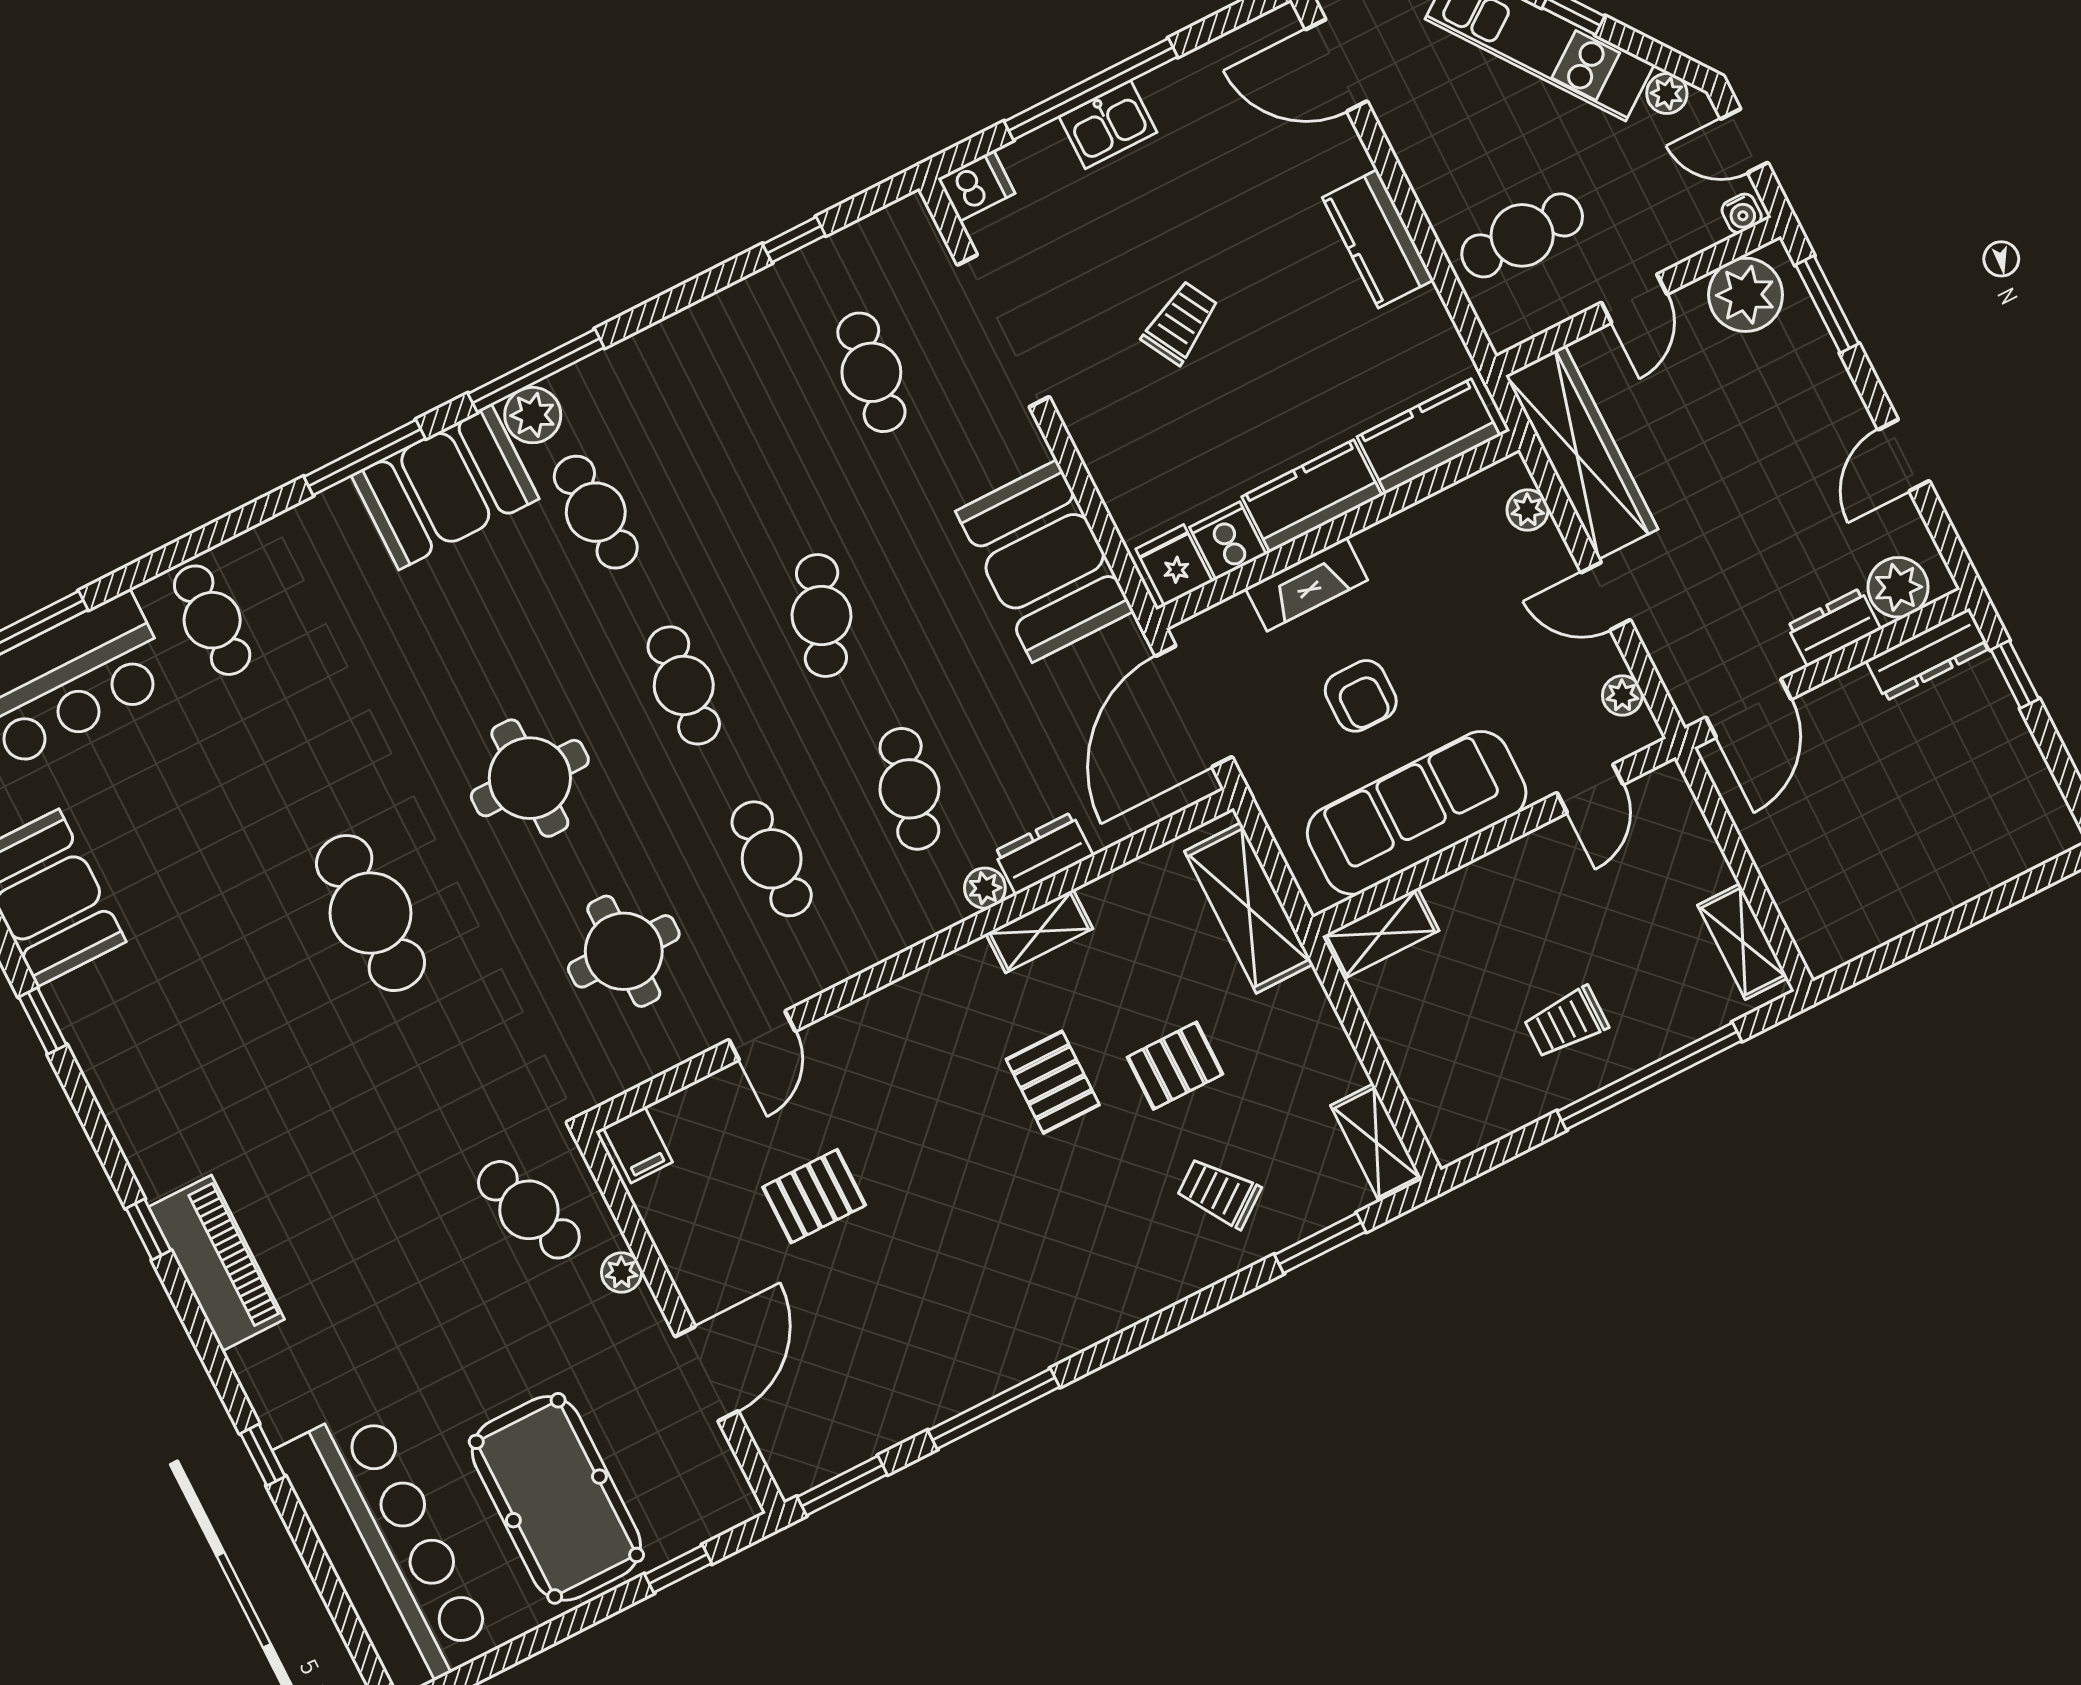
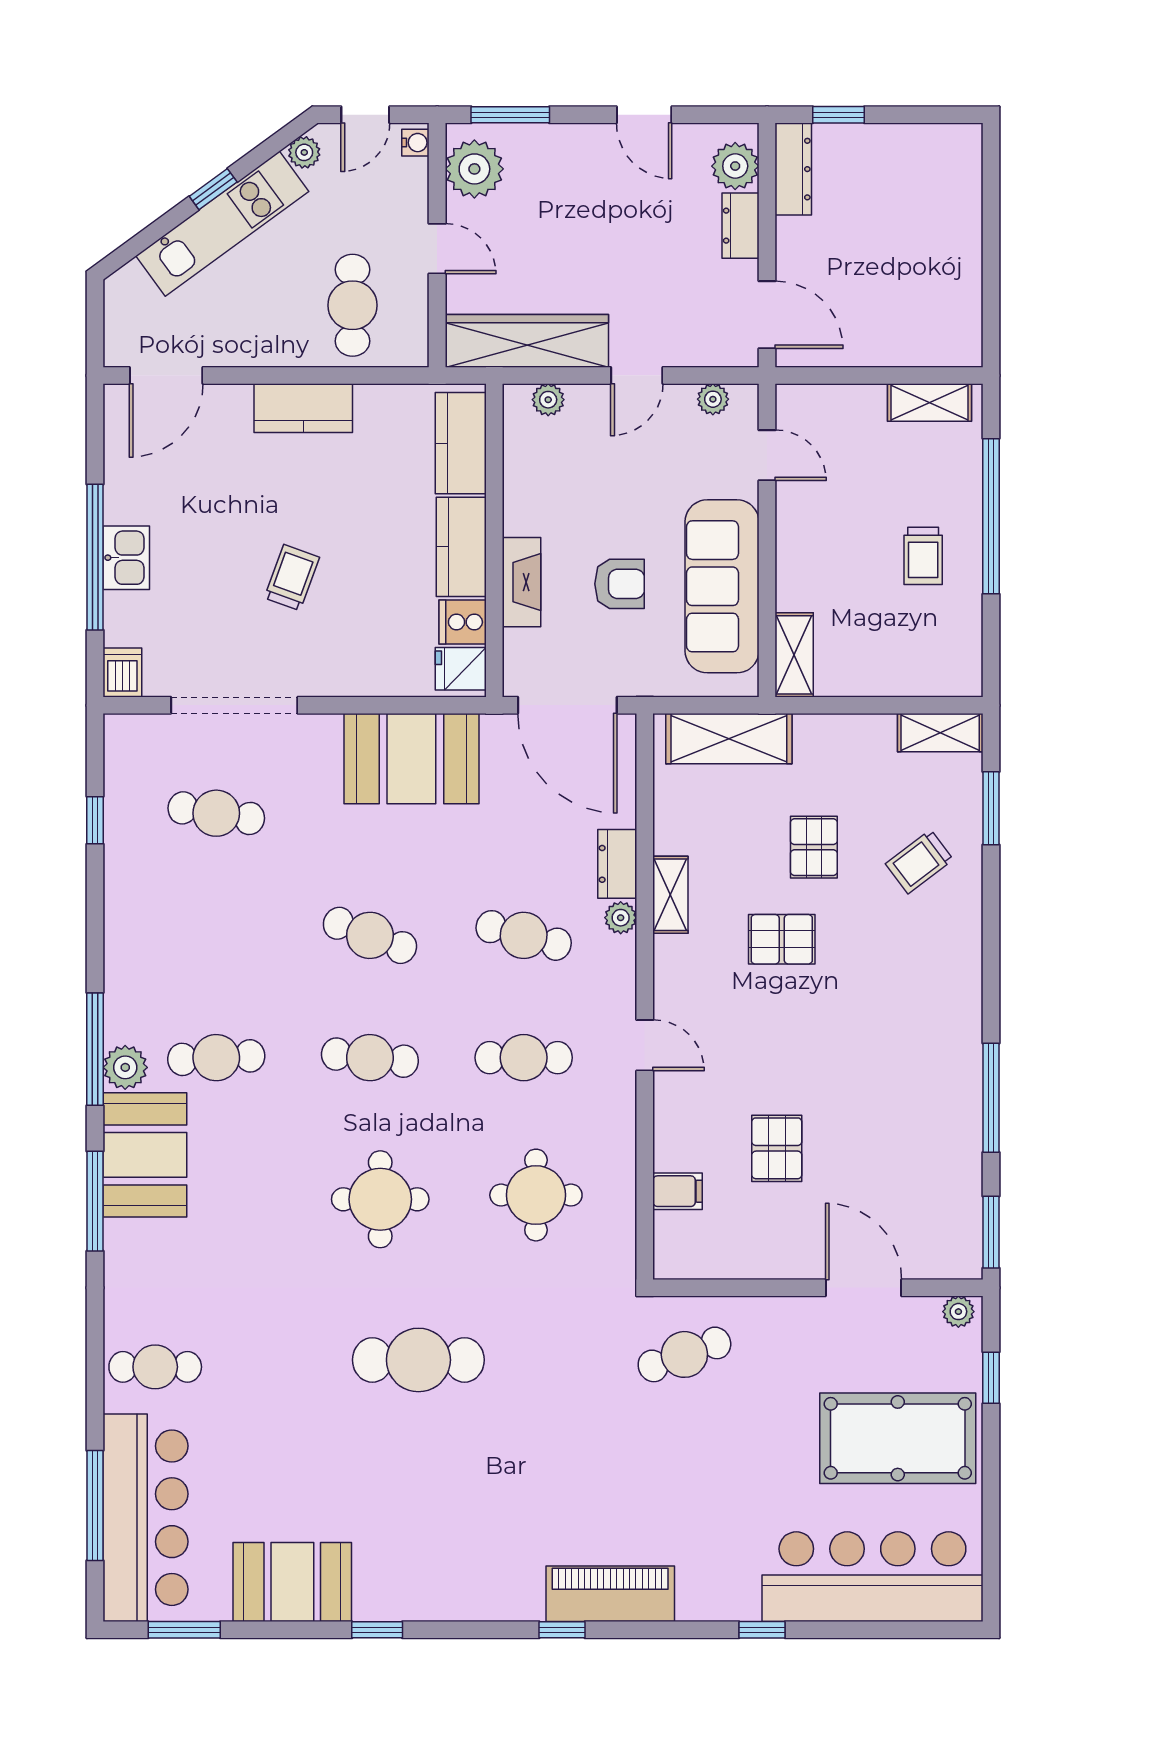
trolley: (1180, 323) -> (292, 578), turned 49
door: (762, 1035) -> (645, 1045), moved
filing cabinet: (638, 1145) -> (678, 1191), moved
plant: (621, 1272) -> (958, 1312), moved

